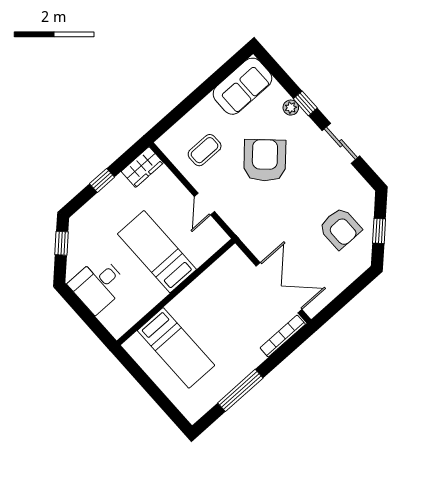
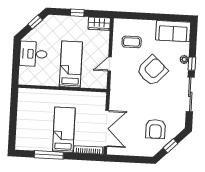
sliding door: (341, 143) -> (190, 94), width x1.37
bed: (176, 348) -> (64, 130), moved, turned 180

